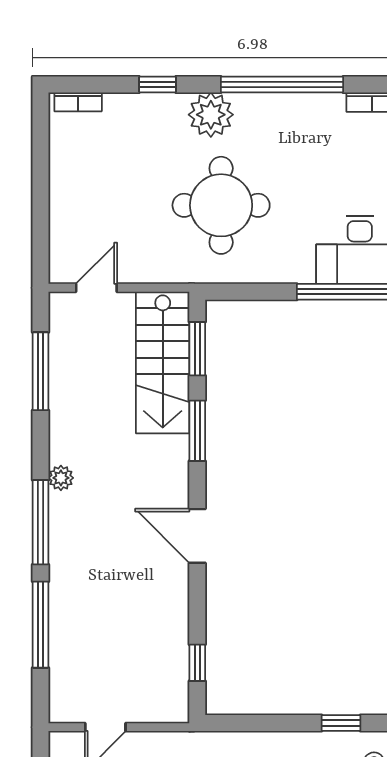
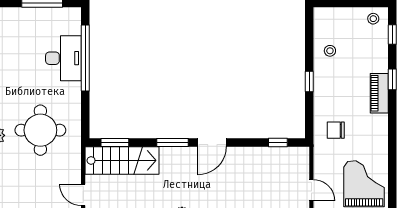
window: (197, 431) -> (173, 142), moved
window: (341, 723) -> (309, 82), moved

